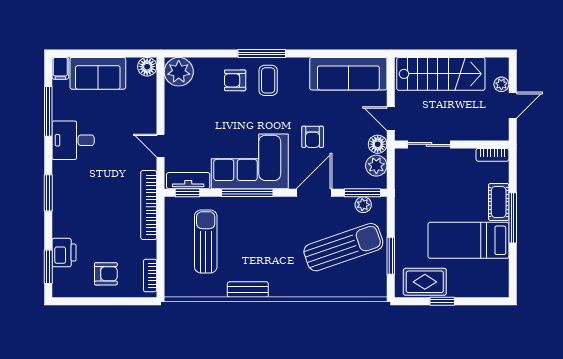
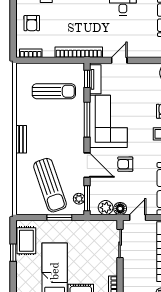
window: (391, 256) -> (59, 217), moved
bench: (248, 289) -> (21, 139), moved

